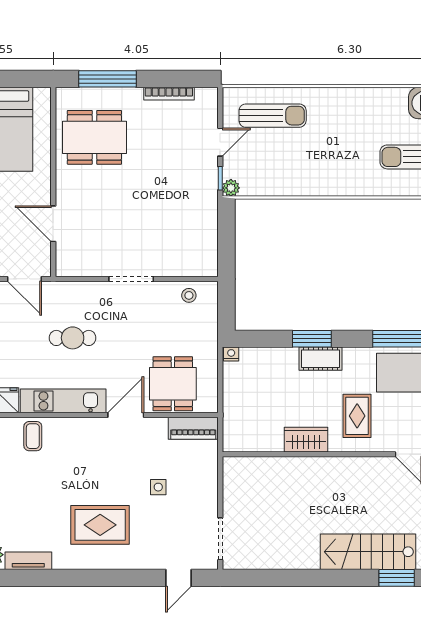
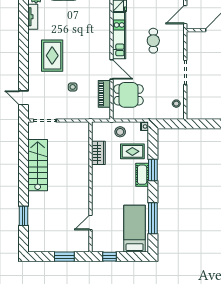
stool: (241, 399) -> (120, 132), added
rug: (357, 416) -> (132, 151), moved
piano: (193, 428) -> (104, 94), moved
coffee table: (33, 436) -> (100, 19), removed
wardrobe: (306, 440) -> (98, 153), moved
stairs: (368, 552) -> (38, 165), moved

